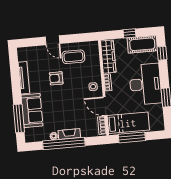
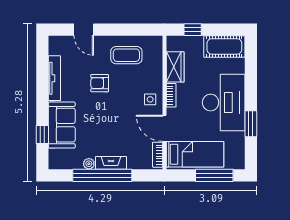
window: (130, 33) -> (193, 30), moved
door: (53, 40) -> (84, 30), moved
window: (162, 53) -> (251, 61), removed
wardrobe: (108, 57) -> (175, 67), width x0.67
window: (19, 118) -> (42, 134), width x0.46
window: (132, 137) -> (214, 175), moved

